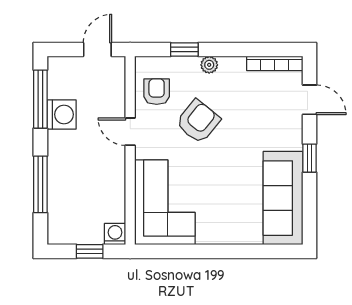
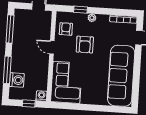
washing machine: (62, 114) -> (17, 80), moved
armchair: (198, 121) -> (85, 45), turned 141
window: (310, 158) -> (137, 66), removed
sofa: (283, 198) -> (121, 76), width x1.36, depth x1.27

